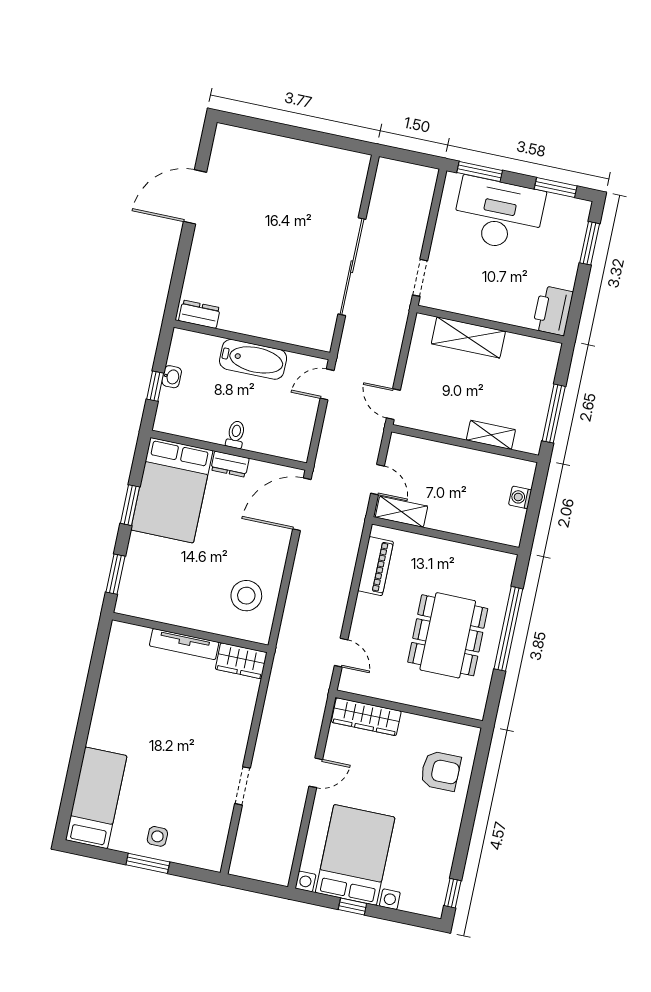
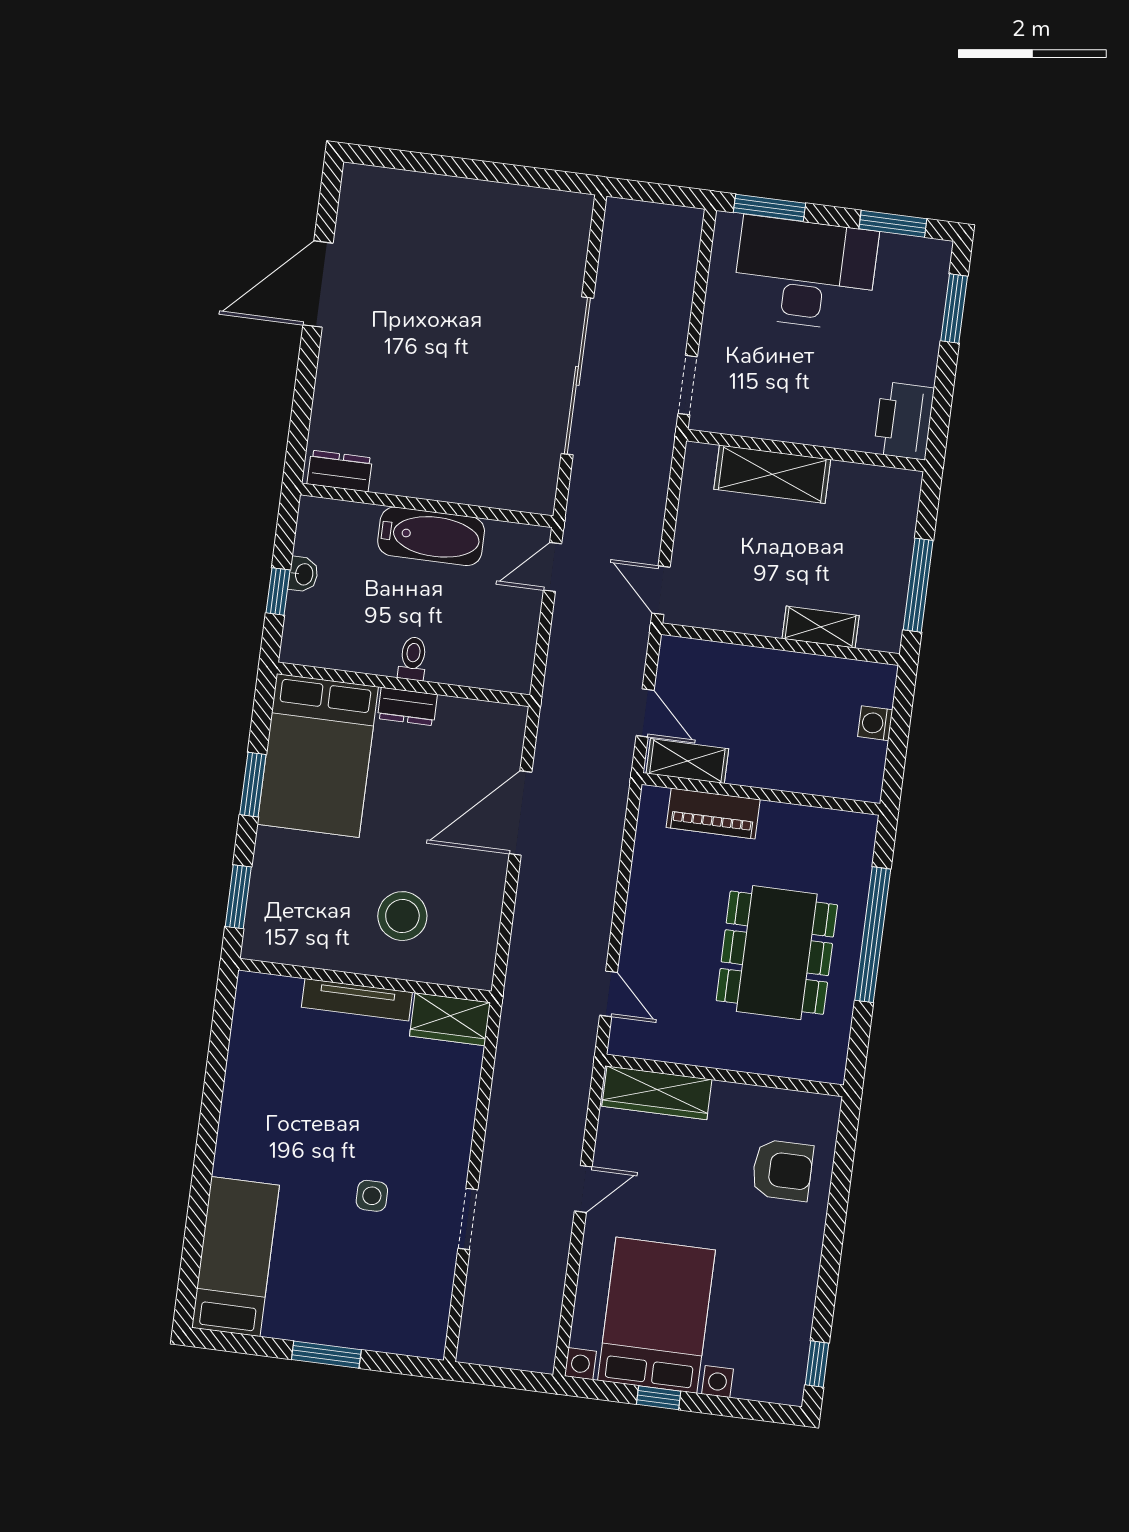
door: (302, 504) -> (521, 813), moved
piano: (376, 566) -> (713, 814), moved, turned 90
stool: (246, 596) -> (402, 916), moved
side table: (157, 836) -> (372, 1196), moved

